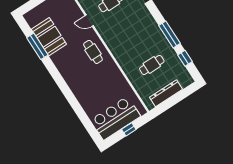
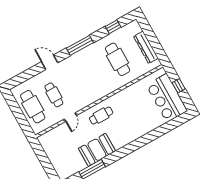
window: (169, 34) -> (80, 45), moved
booth: (49, 37) -> (97, 150), moved
cafe table: (152, 65) -> (118, 59), width x1.37, depth x1.35

